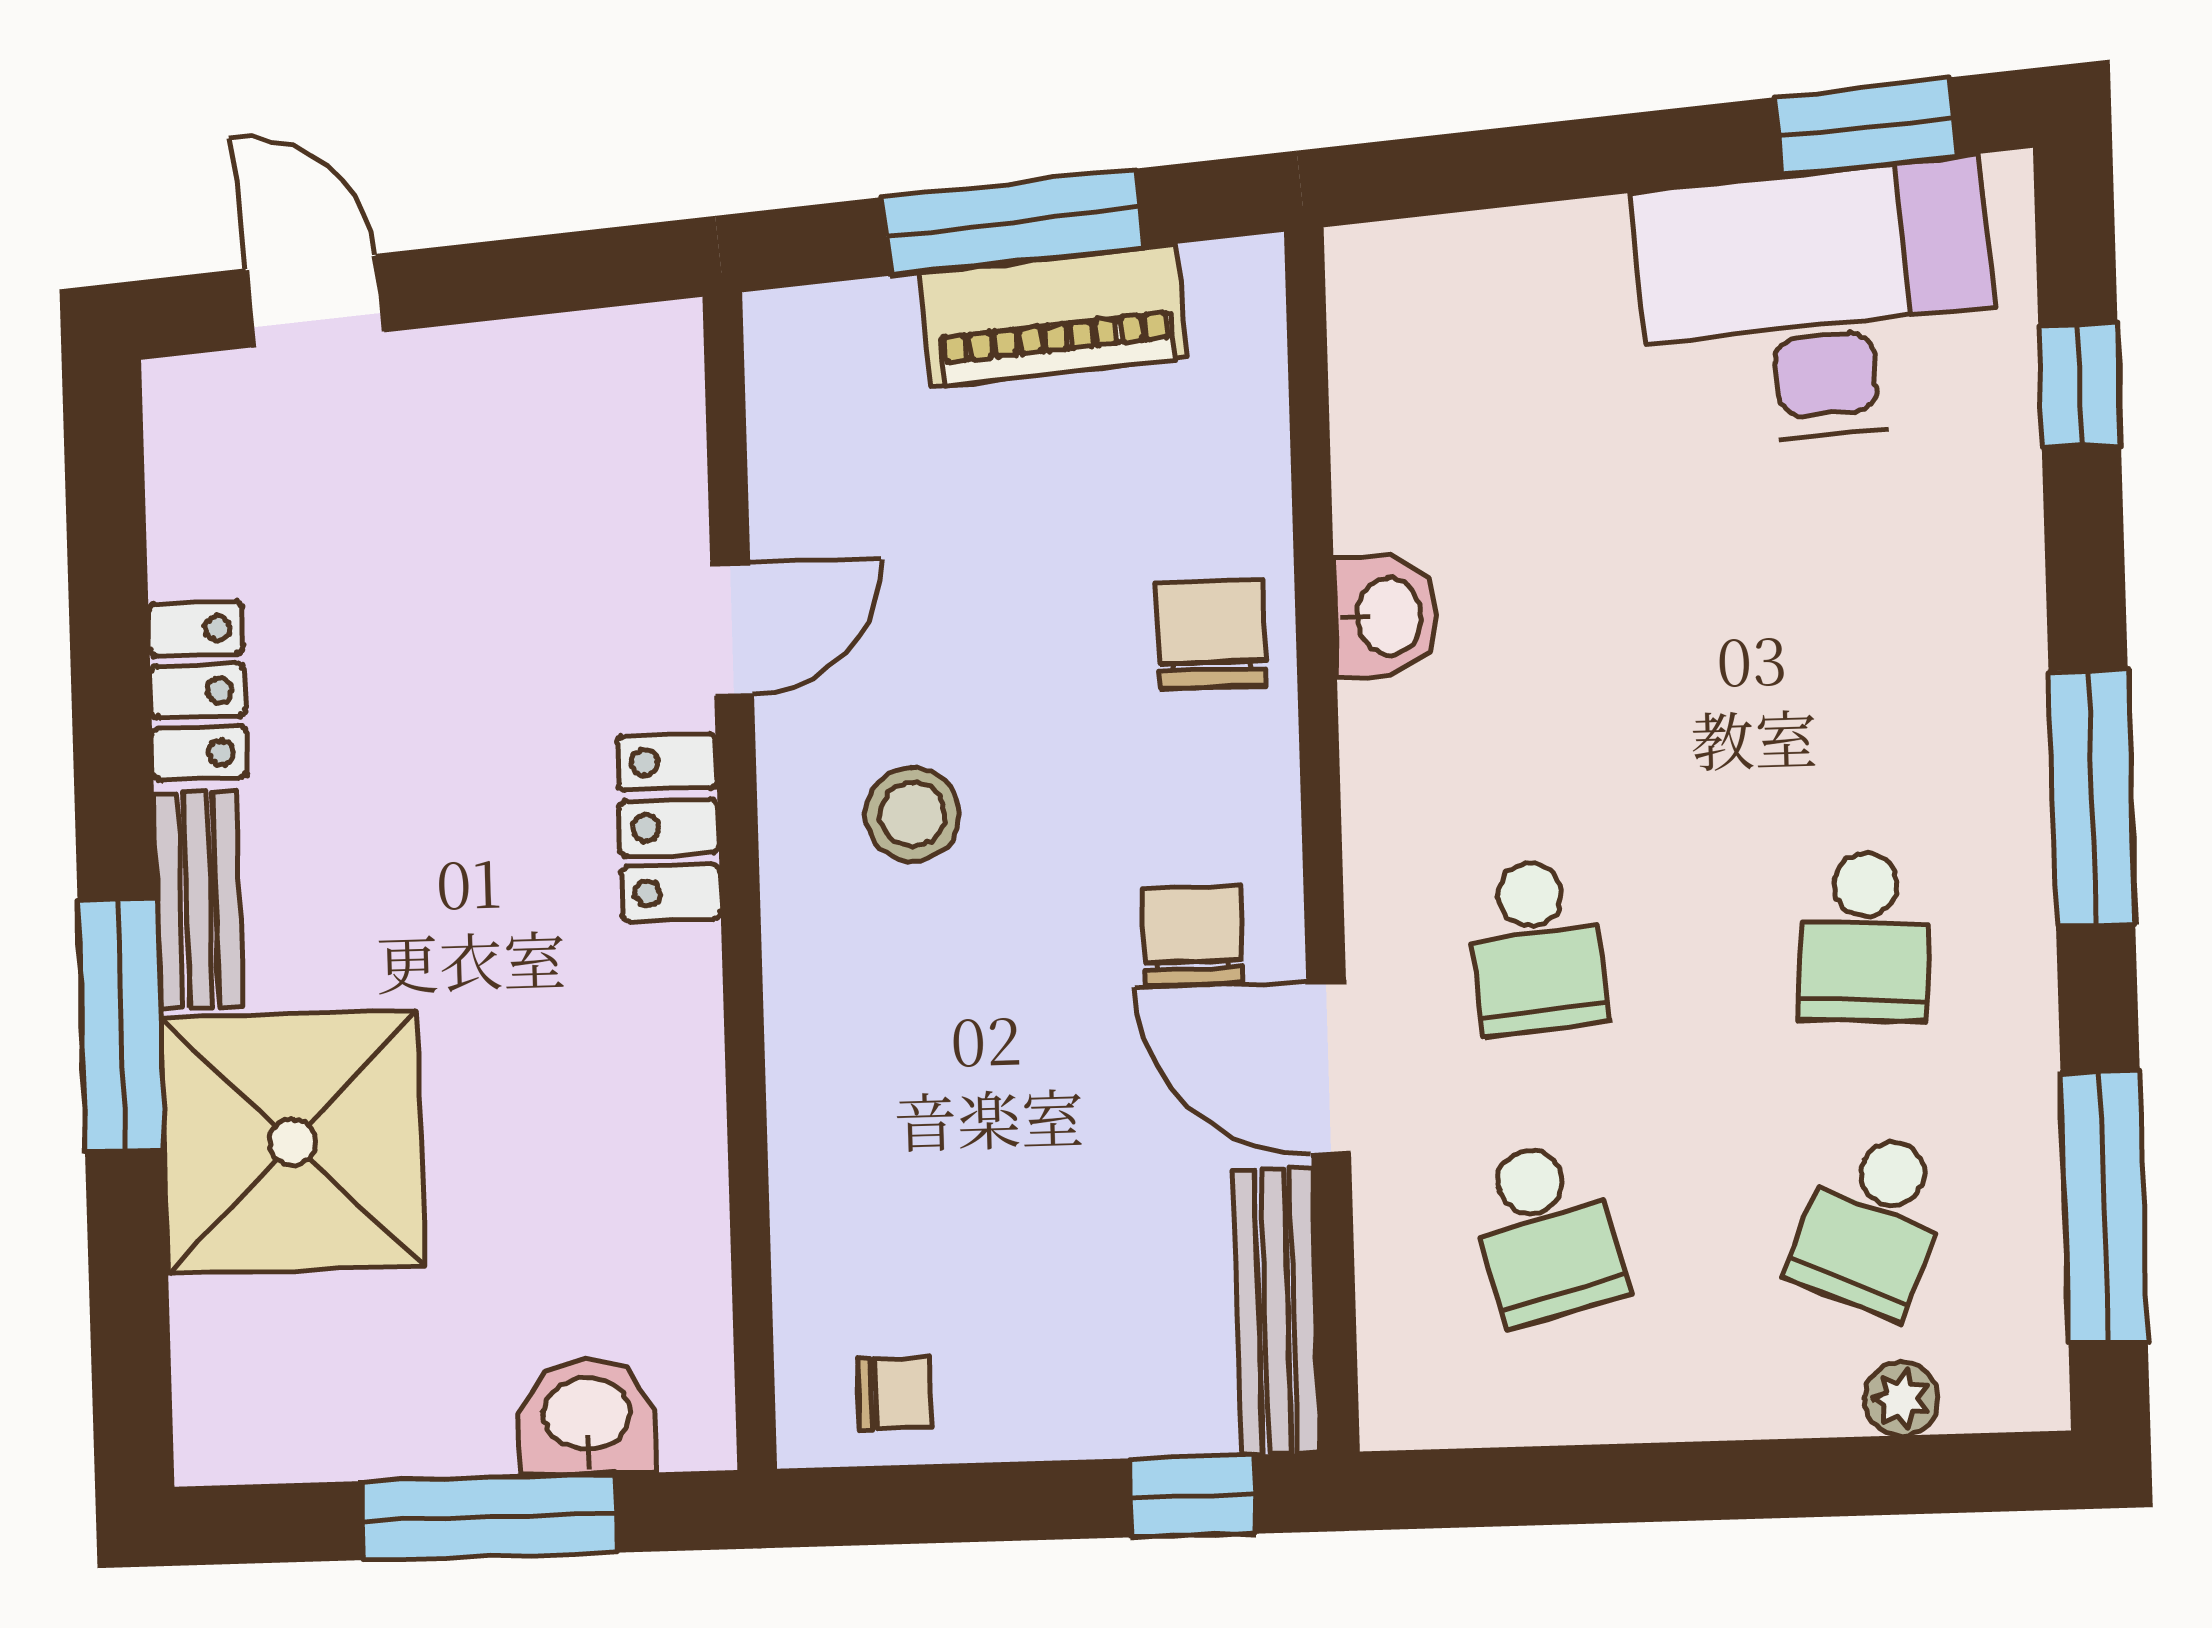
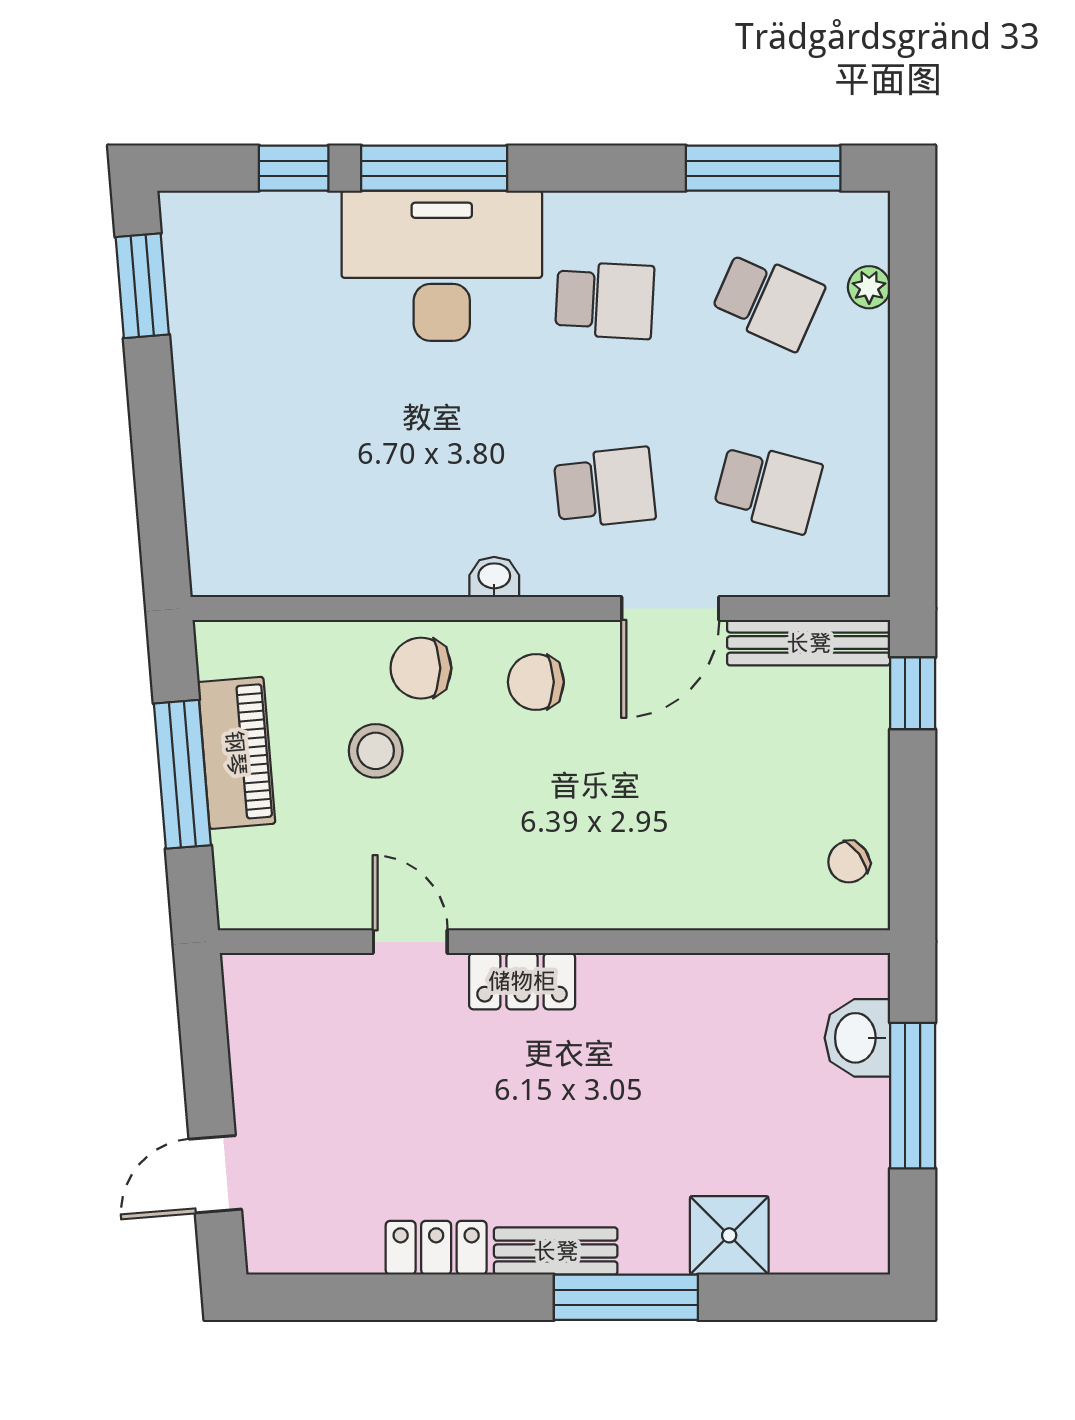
desk: (1818, 304) -> (442, 266), moved, turned 95
washbasin: (1386, 617) -> (494, 577), moved, width x0.72, depth x0.69
window: (2092, 798) -> (434, 168), moved
stool: (913, 814) -> (376, 751), moved
chair: (1193, 936) -> (536, 682), moved
shower: (292, 1142) -> (729, 1235), width x0.54, depth x0.54
school desk: (1545, 1232) -> (768, 488), turned 30
chair: (894, 1393) -> (849, 862), turned -126

